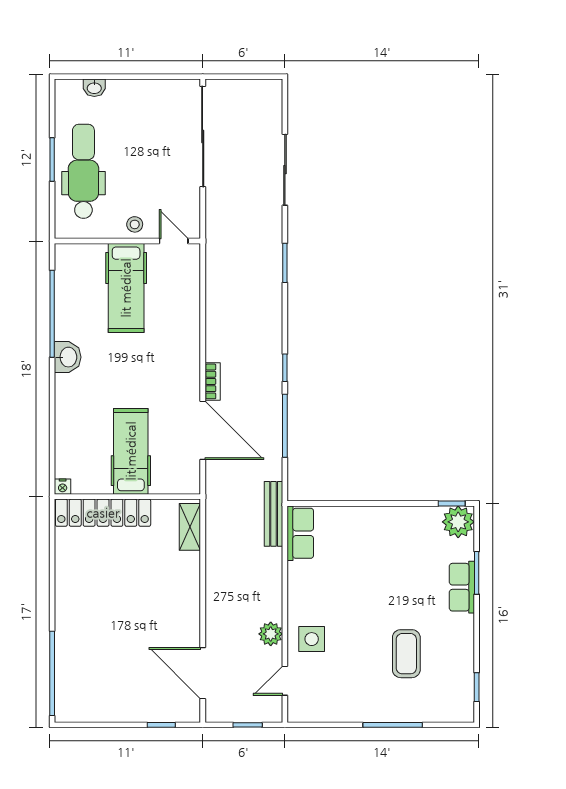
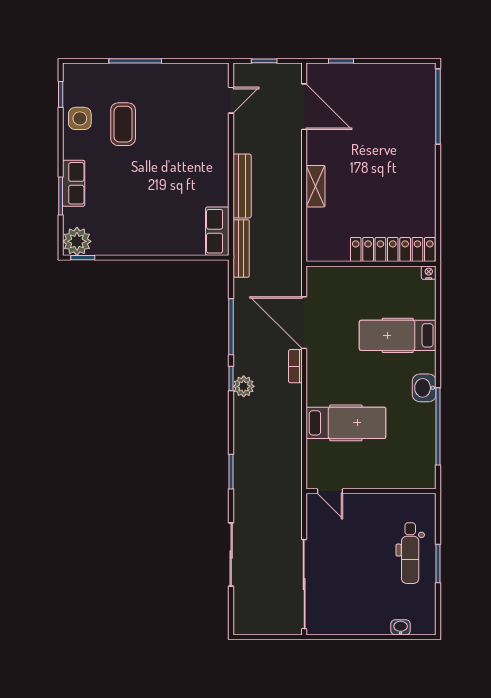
dental chair: (83, 171) -> (410, 553), width x0.73, depth x0.72
stool: (135, 224) -> (365, 506), removed
hospital bed: (126, 288) -> (346, 423), moved, turned 90
hospital bed: (131, 451) -> (398, 335), moved, turned 90
shelving: (190, 527) -> (315, 186), moved
bench: (273, 584) -> (242, 186), added
plant: (271, 634) -> (244, 386), moved
side table: (312, 639) -> (80, 118), moved

